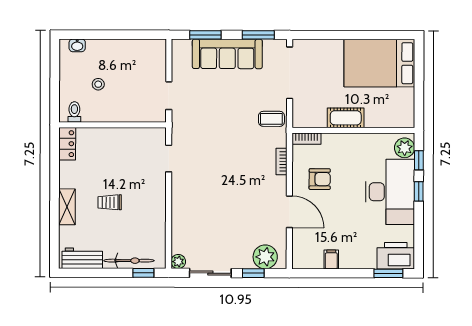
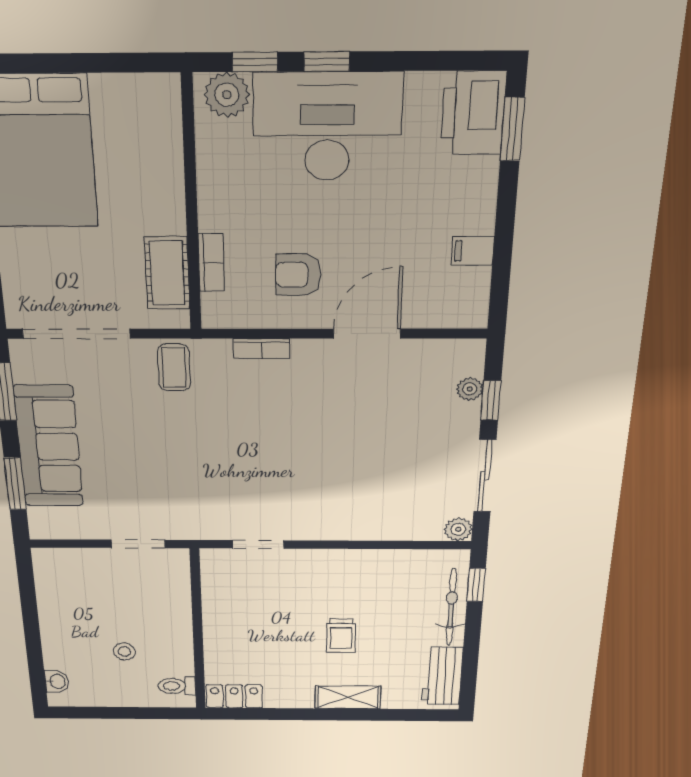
cot: (346, 118) -> (167, 273), moved
bookcase: (306, 139) -> (211, 263), moved
armchair: (320, 179) -> (298, 275), turned -90
plant: (265, 257) -> (470, 389), width x0.53, depth x0.53

